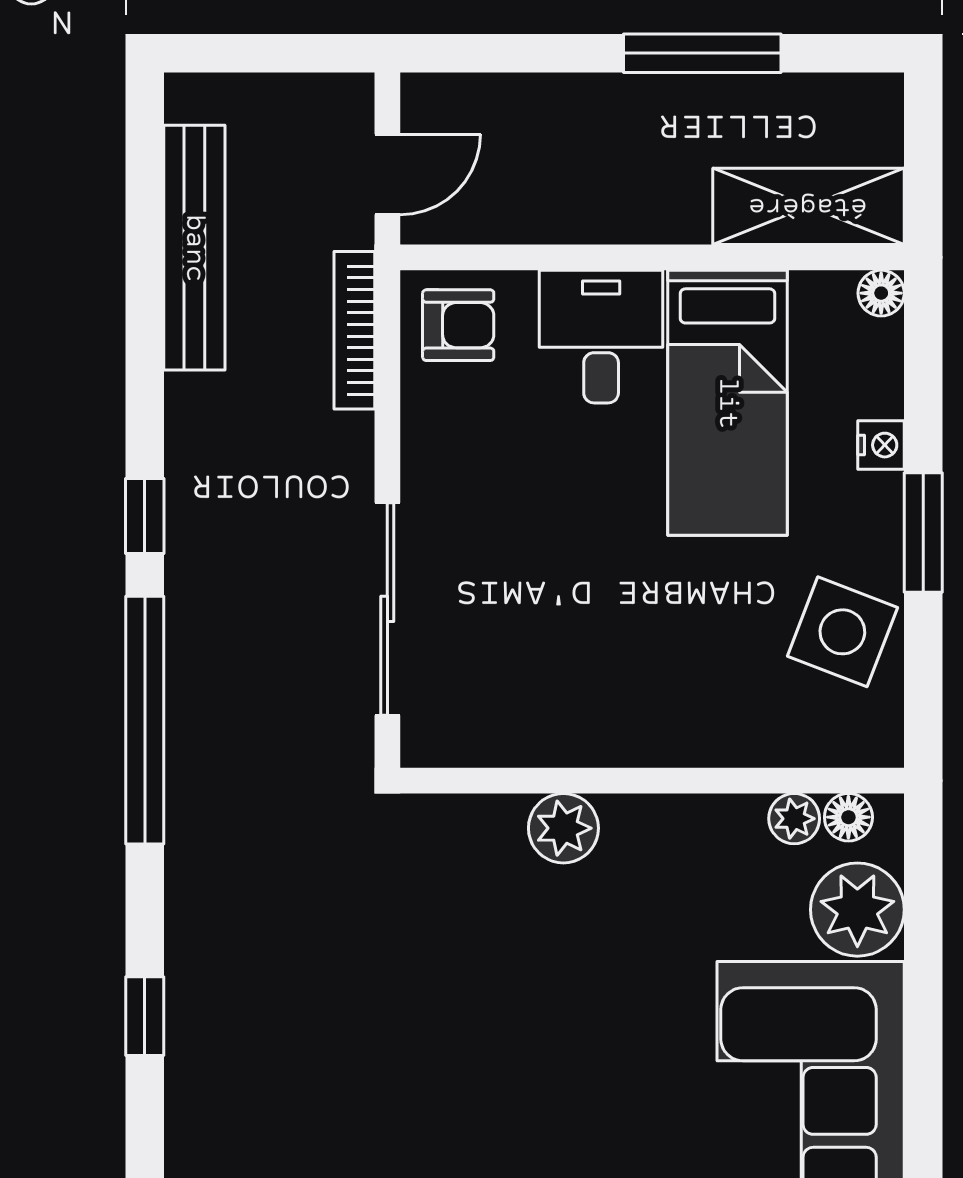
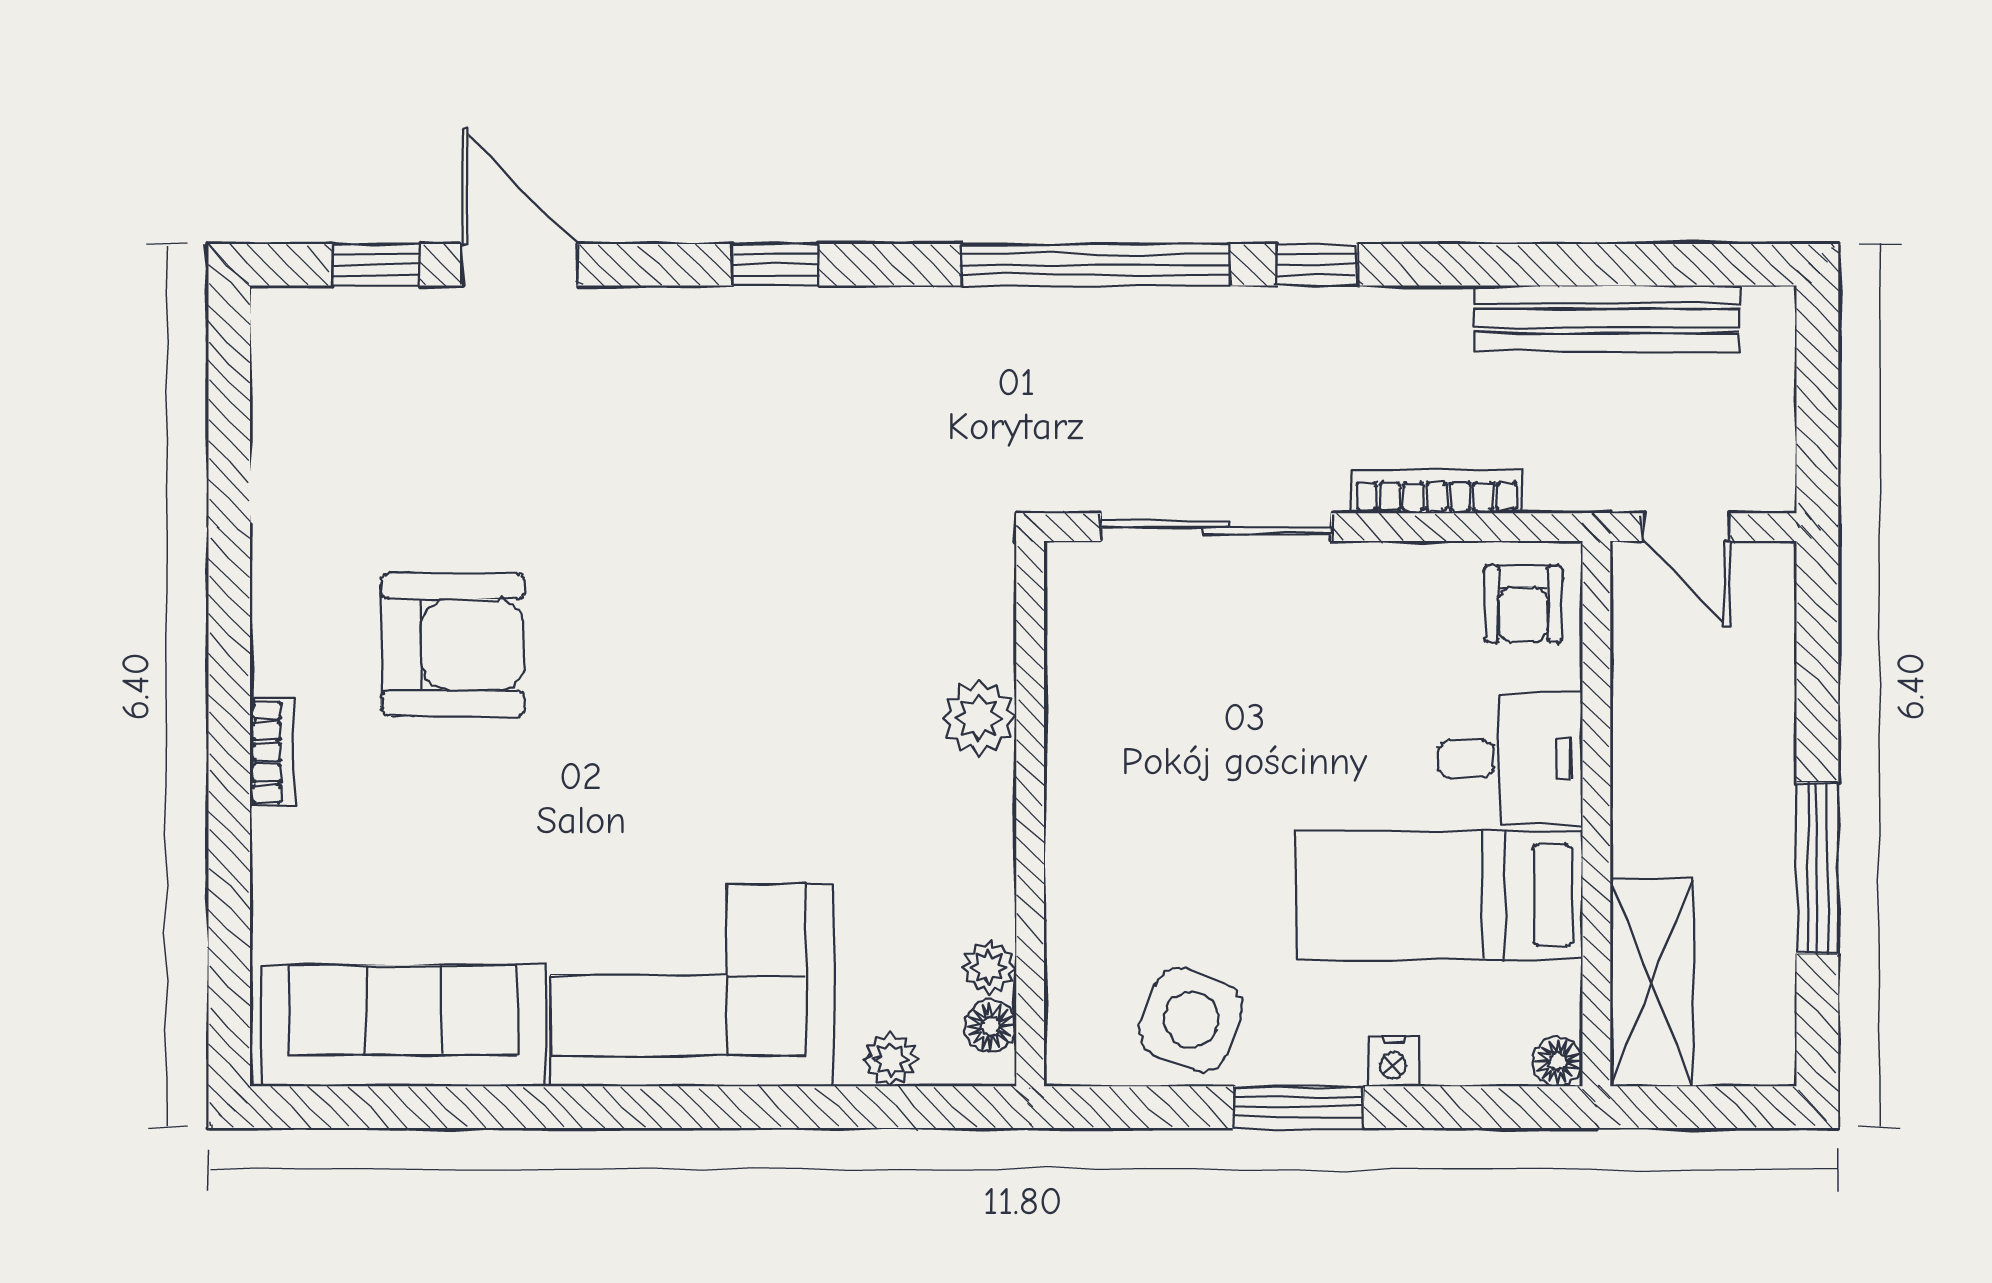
bookcase: (354, 330) -> (1437, 491), moved
plant: (857, 910) -> (891, 1059), width x0.53, depth x0.53

